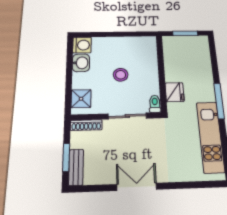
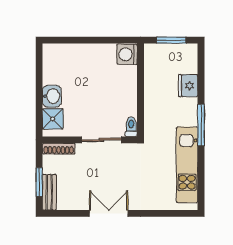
washing machine: (82, 45) -> (127, 54), moved, turned 180
washbasin: (81, 63) -> (52, 96), moved
stool: (121, 75) -> (95, 92), removed
fridge: (175, 92) -> (188, 86), moved, turned 180

